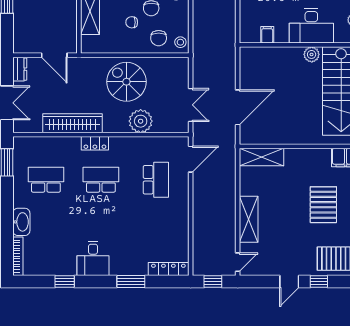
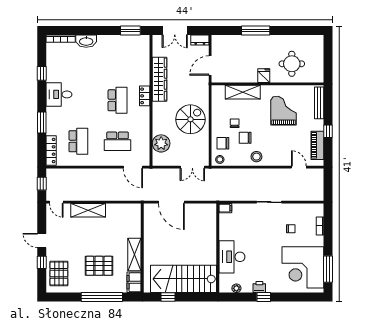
filing cabinet: (267, 35) -> (225, 208), moved
plant: (312, 54) -> (211, 257), removed
double door: (191, 105) -> (192, 167), moved
plant: (141, 121) -> (161, 143), moved
shelving: (262, 157) -> (134, 255), moved
school desk: (46, 180) -> (78, 141), moved

